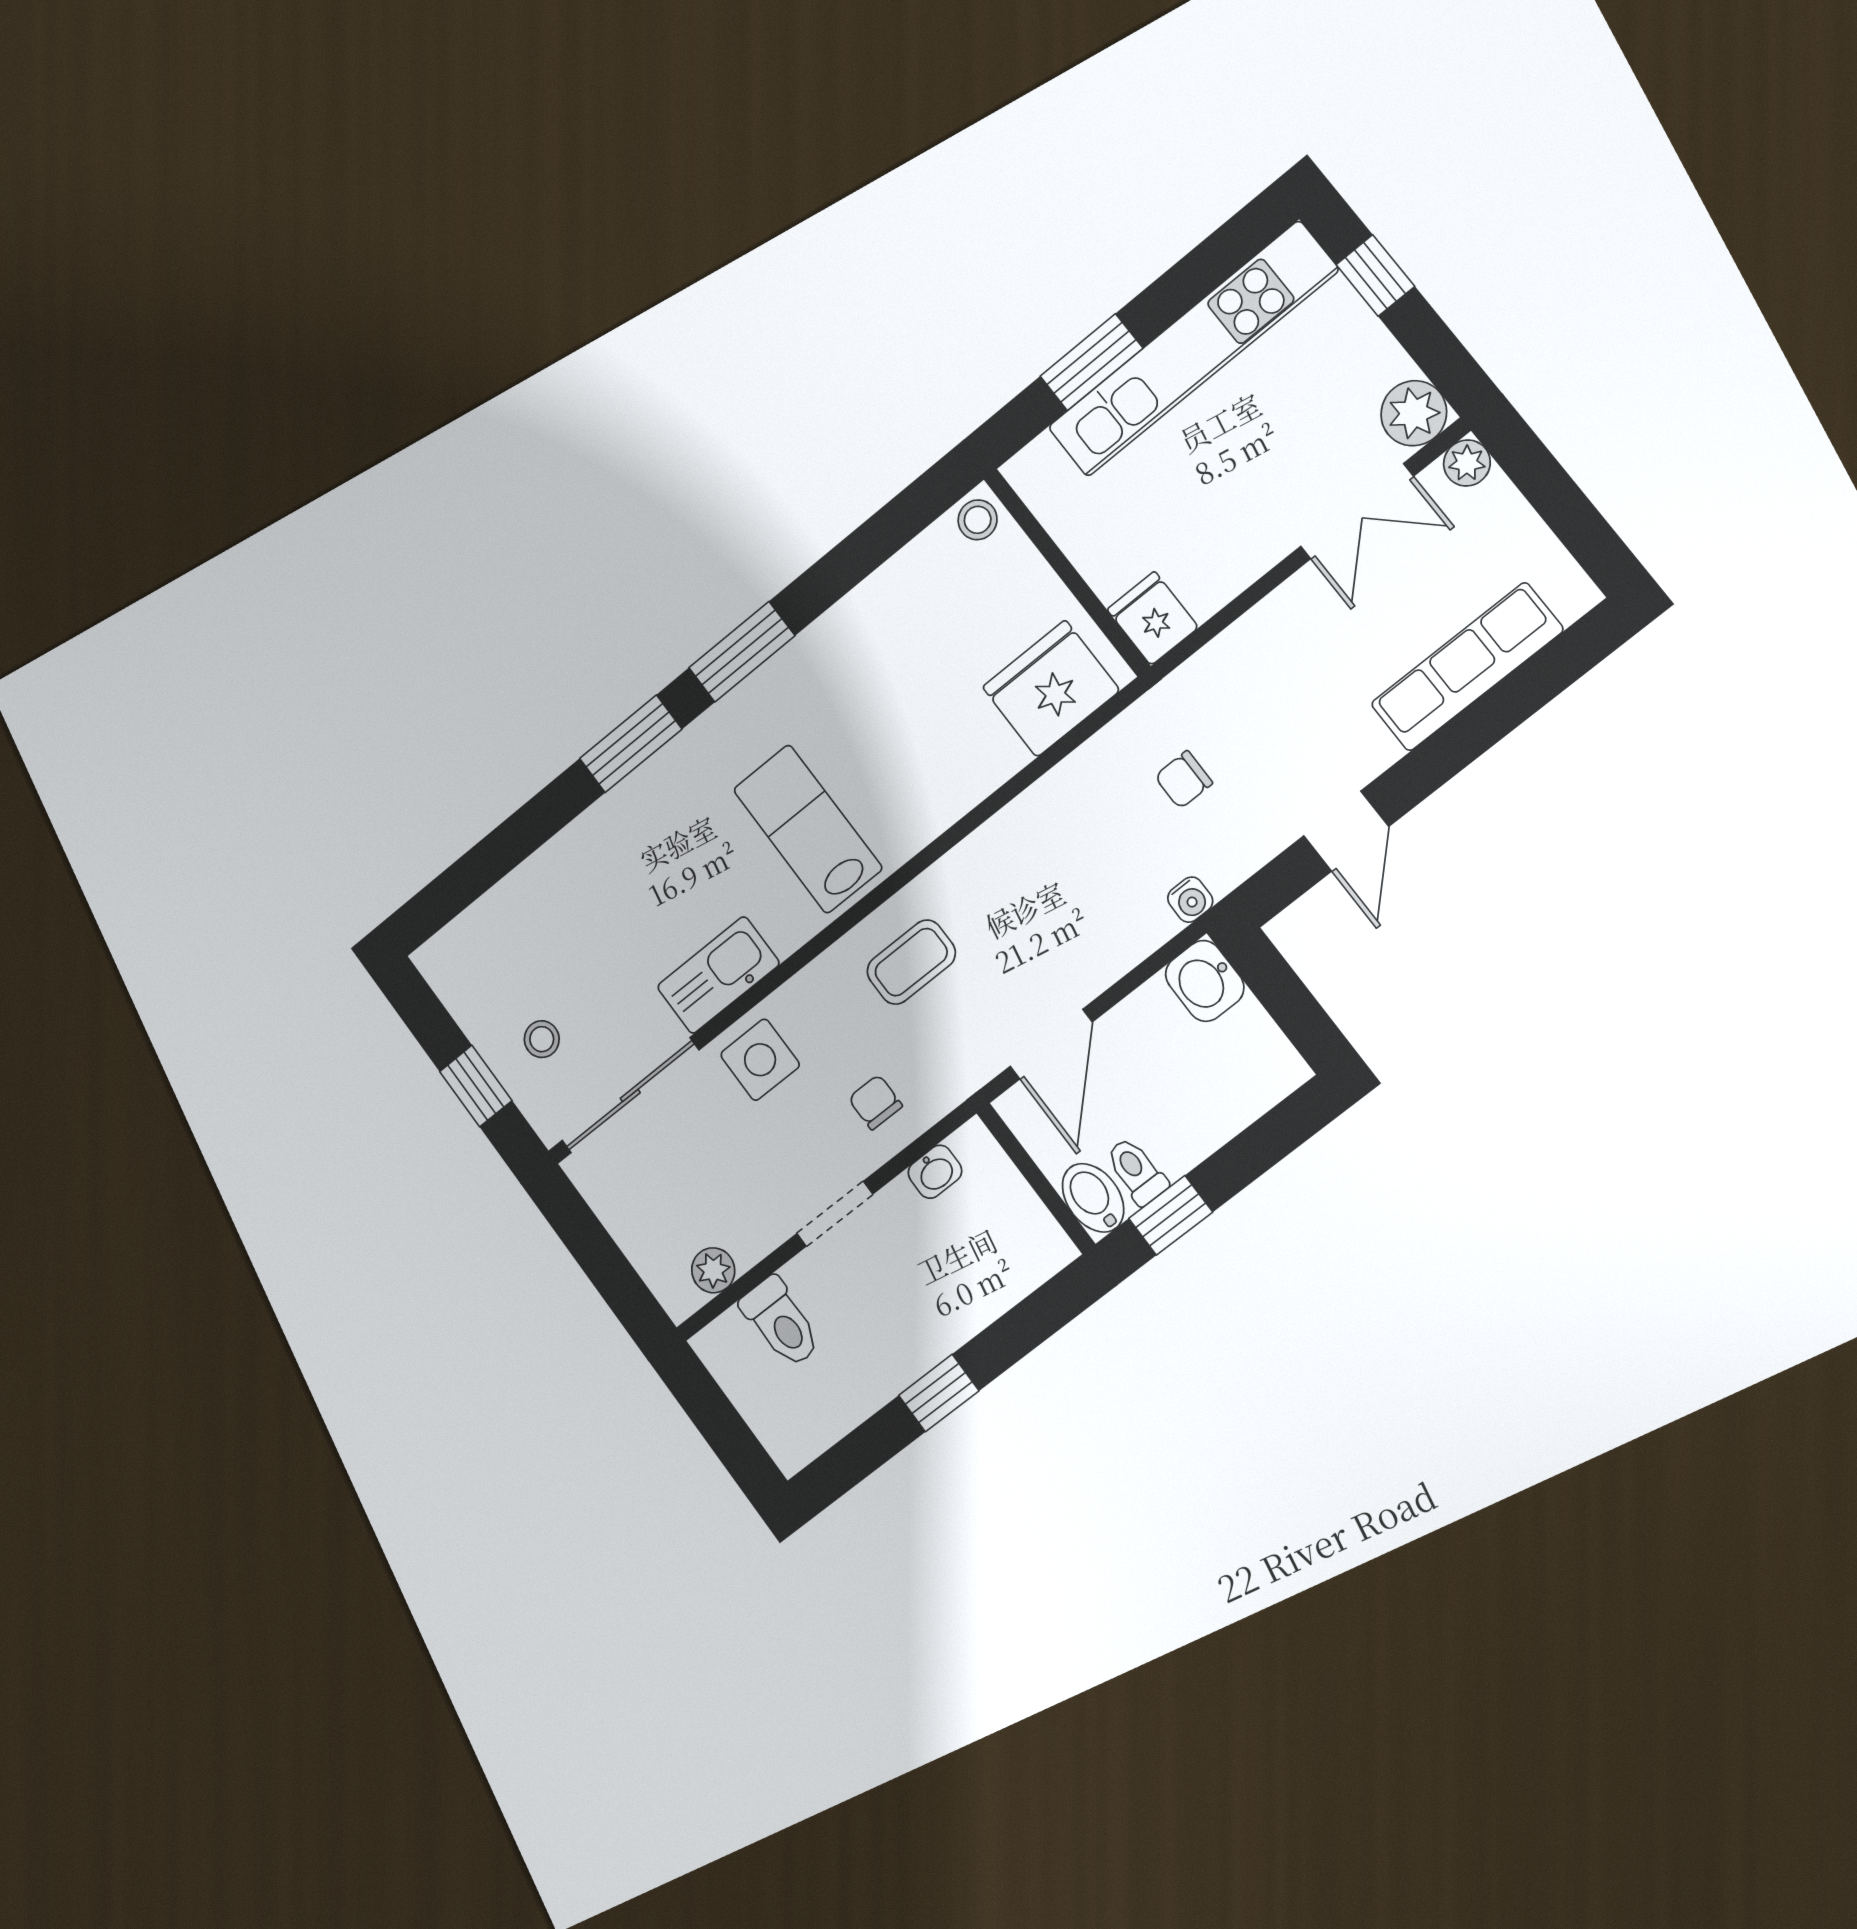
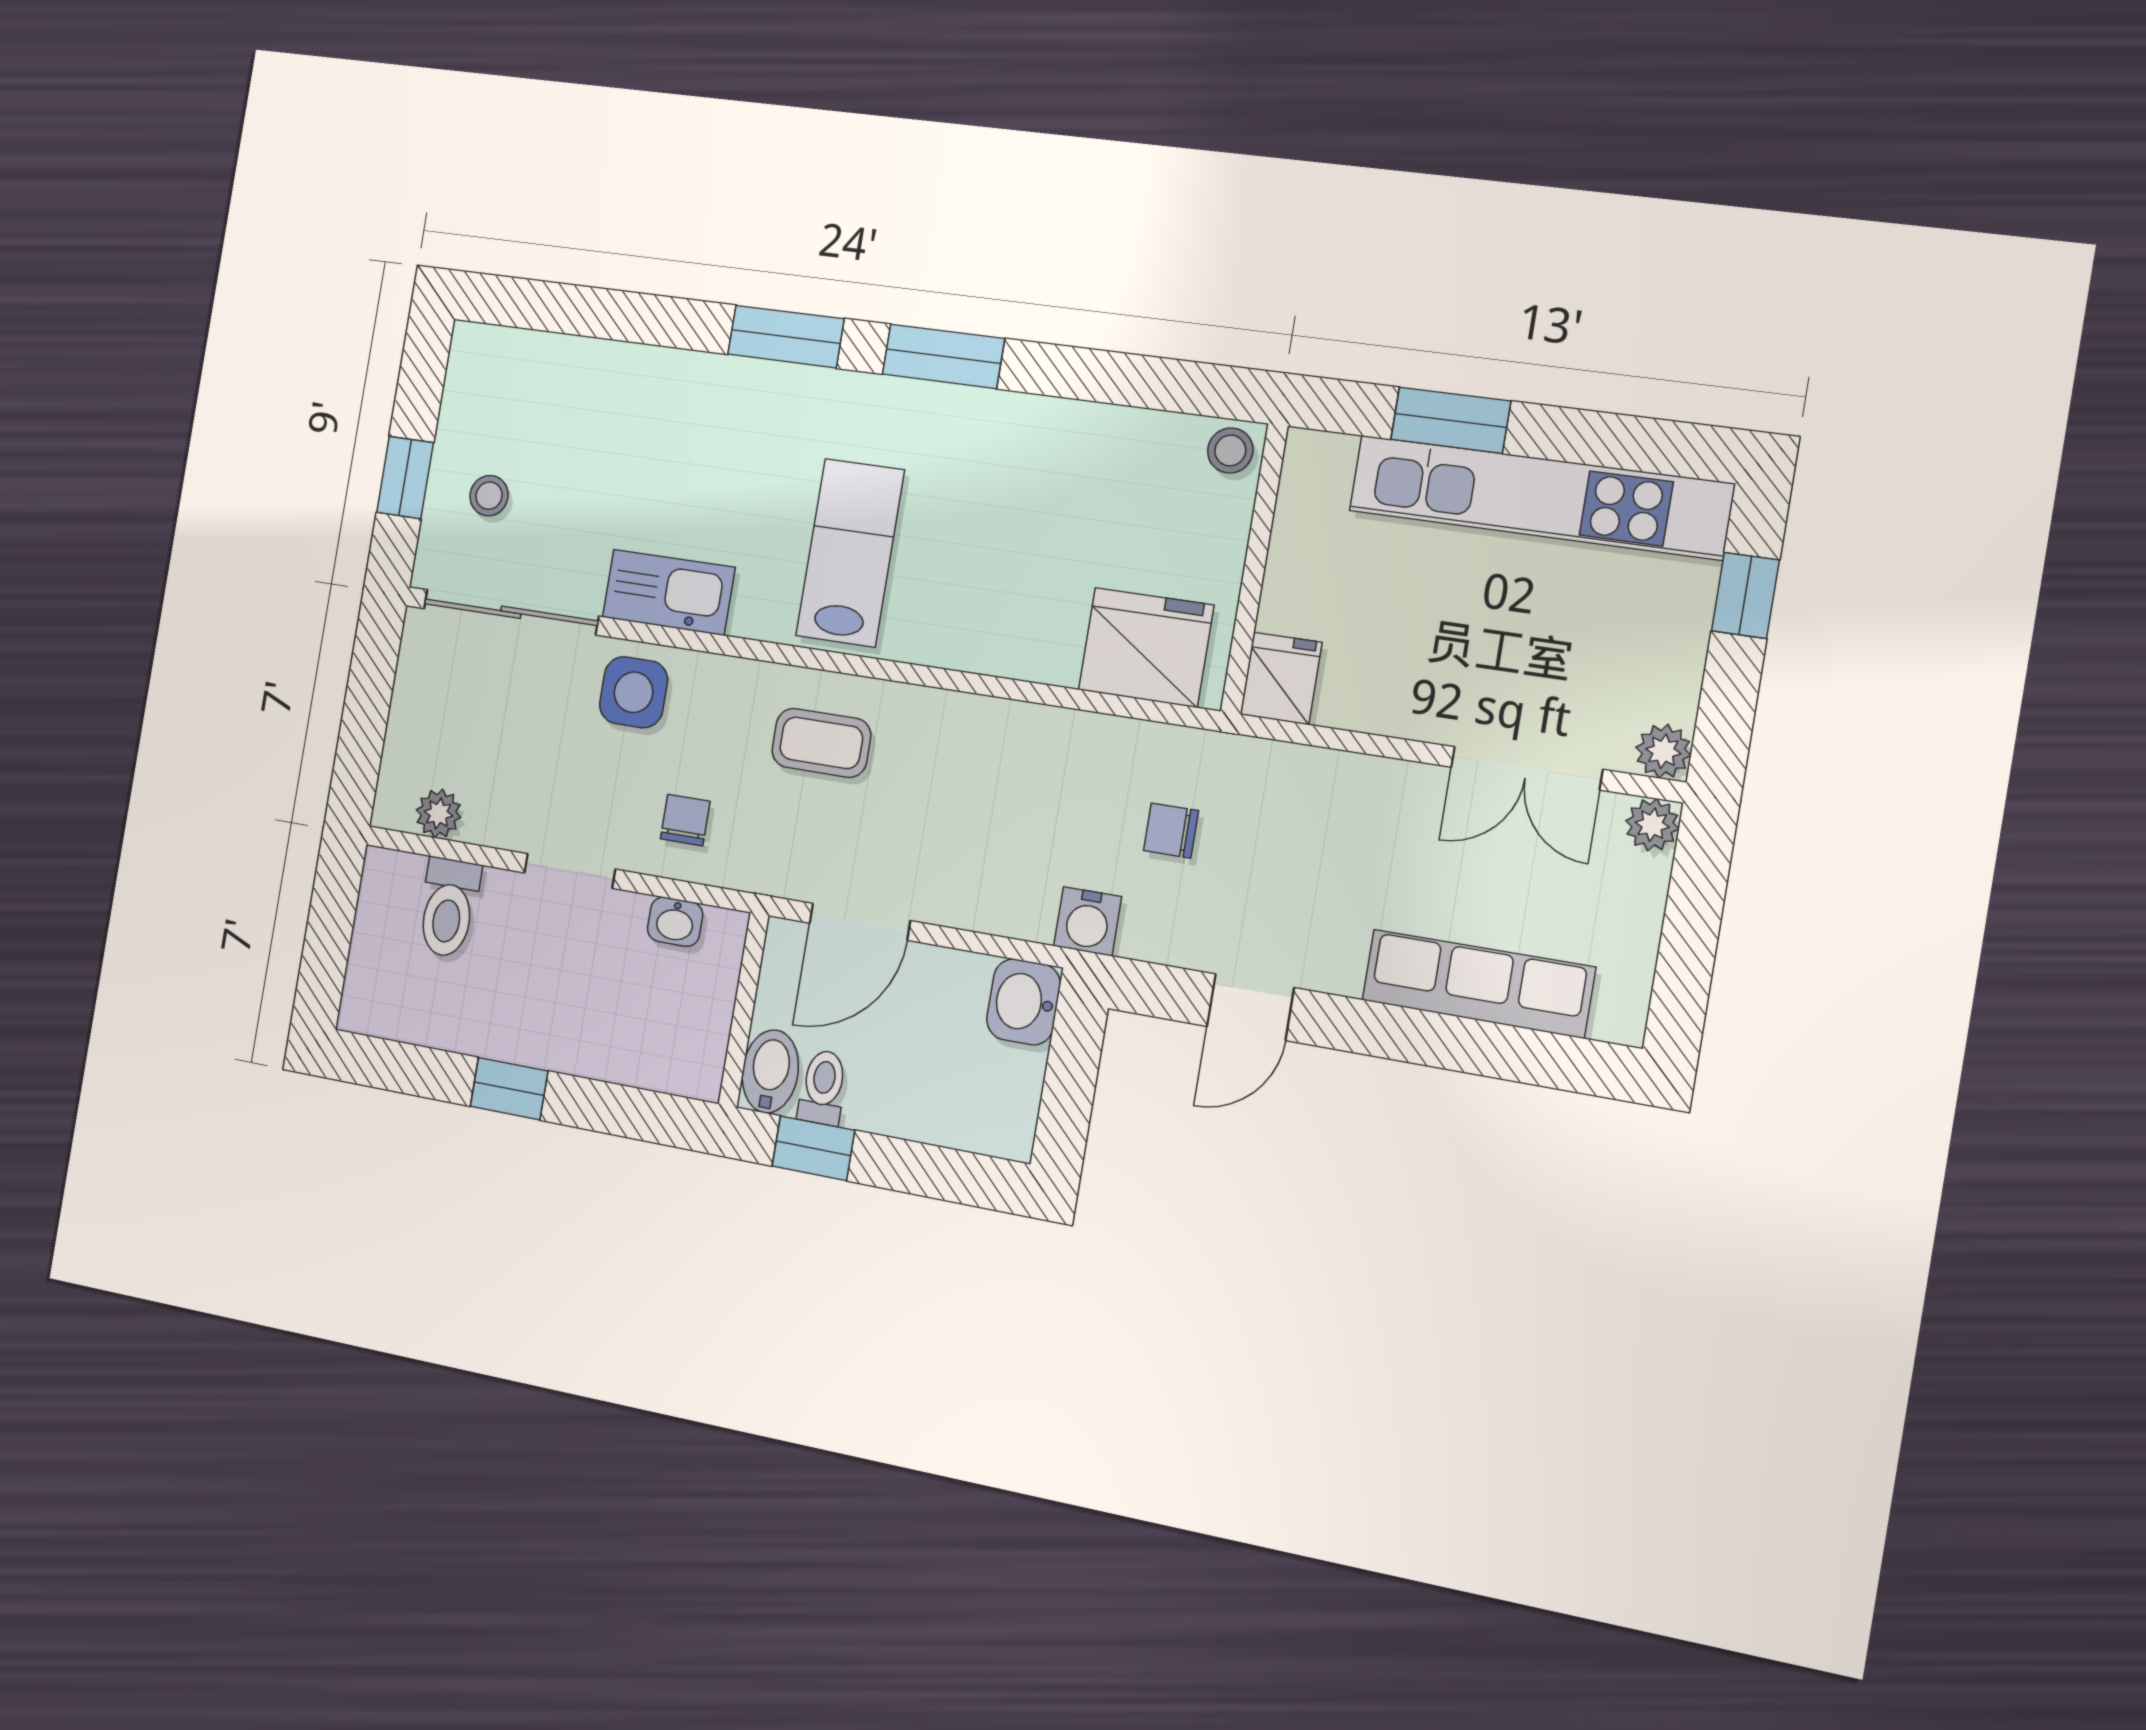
plant: (1414, 413) -> (1663, 751), width x0.73, depth x0.73
water cooler: (1190, 900) -> (1088, 921), width x1.38, depth x1.38

